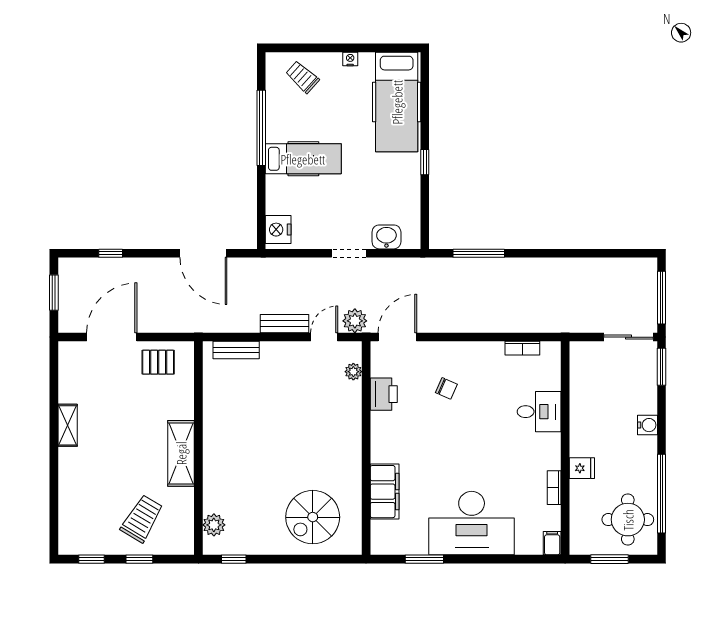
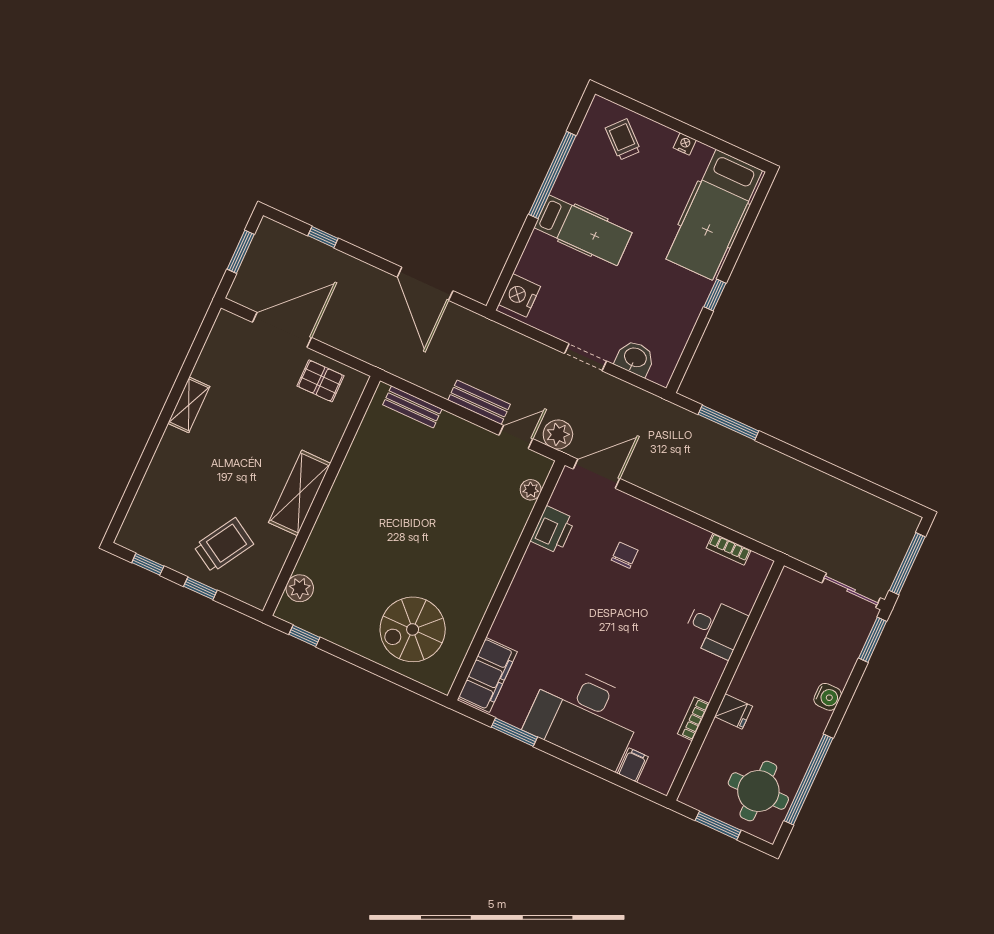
chair: (446, 388) -> (625, 555), turned -114
filing cabinet: (385, 492) -> (488, 675), moved
filing cabinet: (552, 543) -> (633, 765), moved

